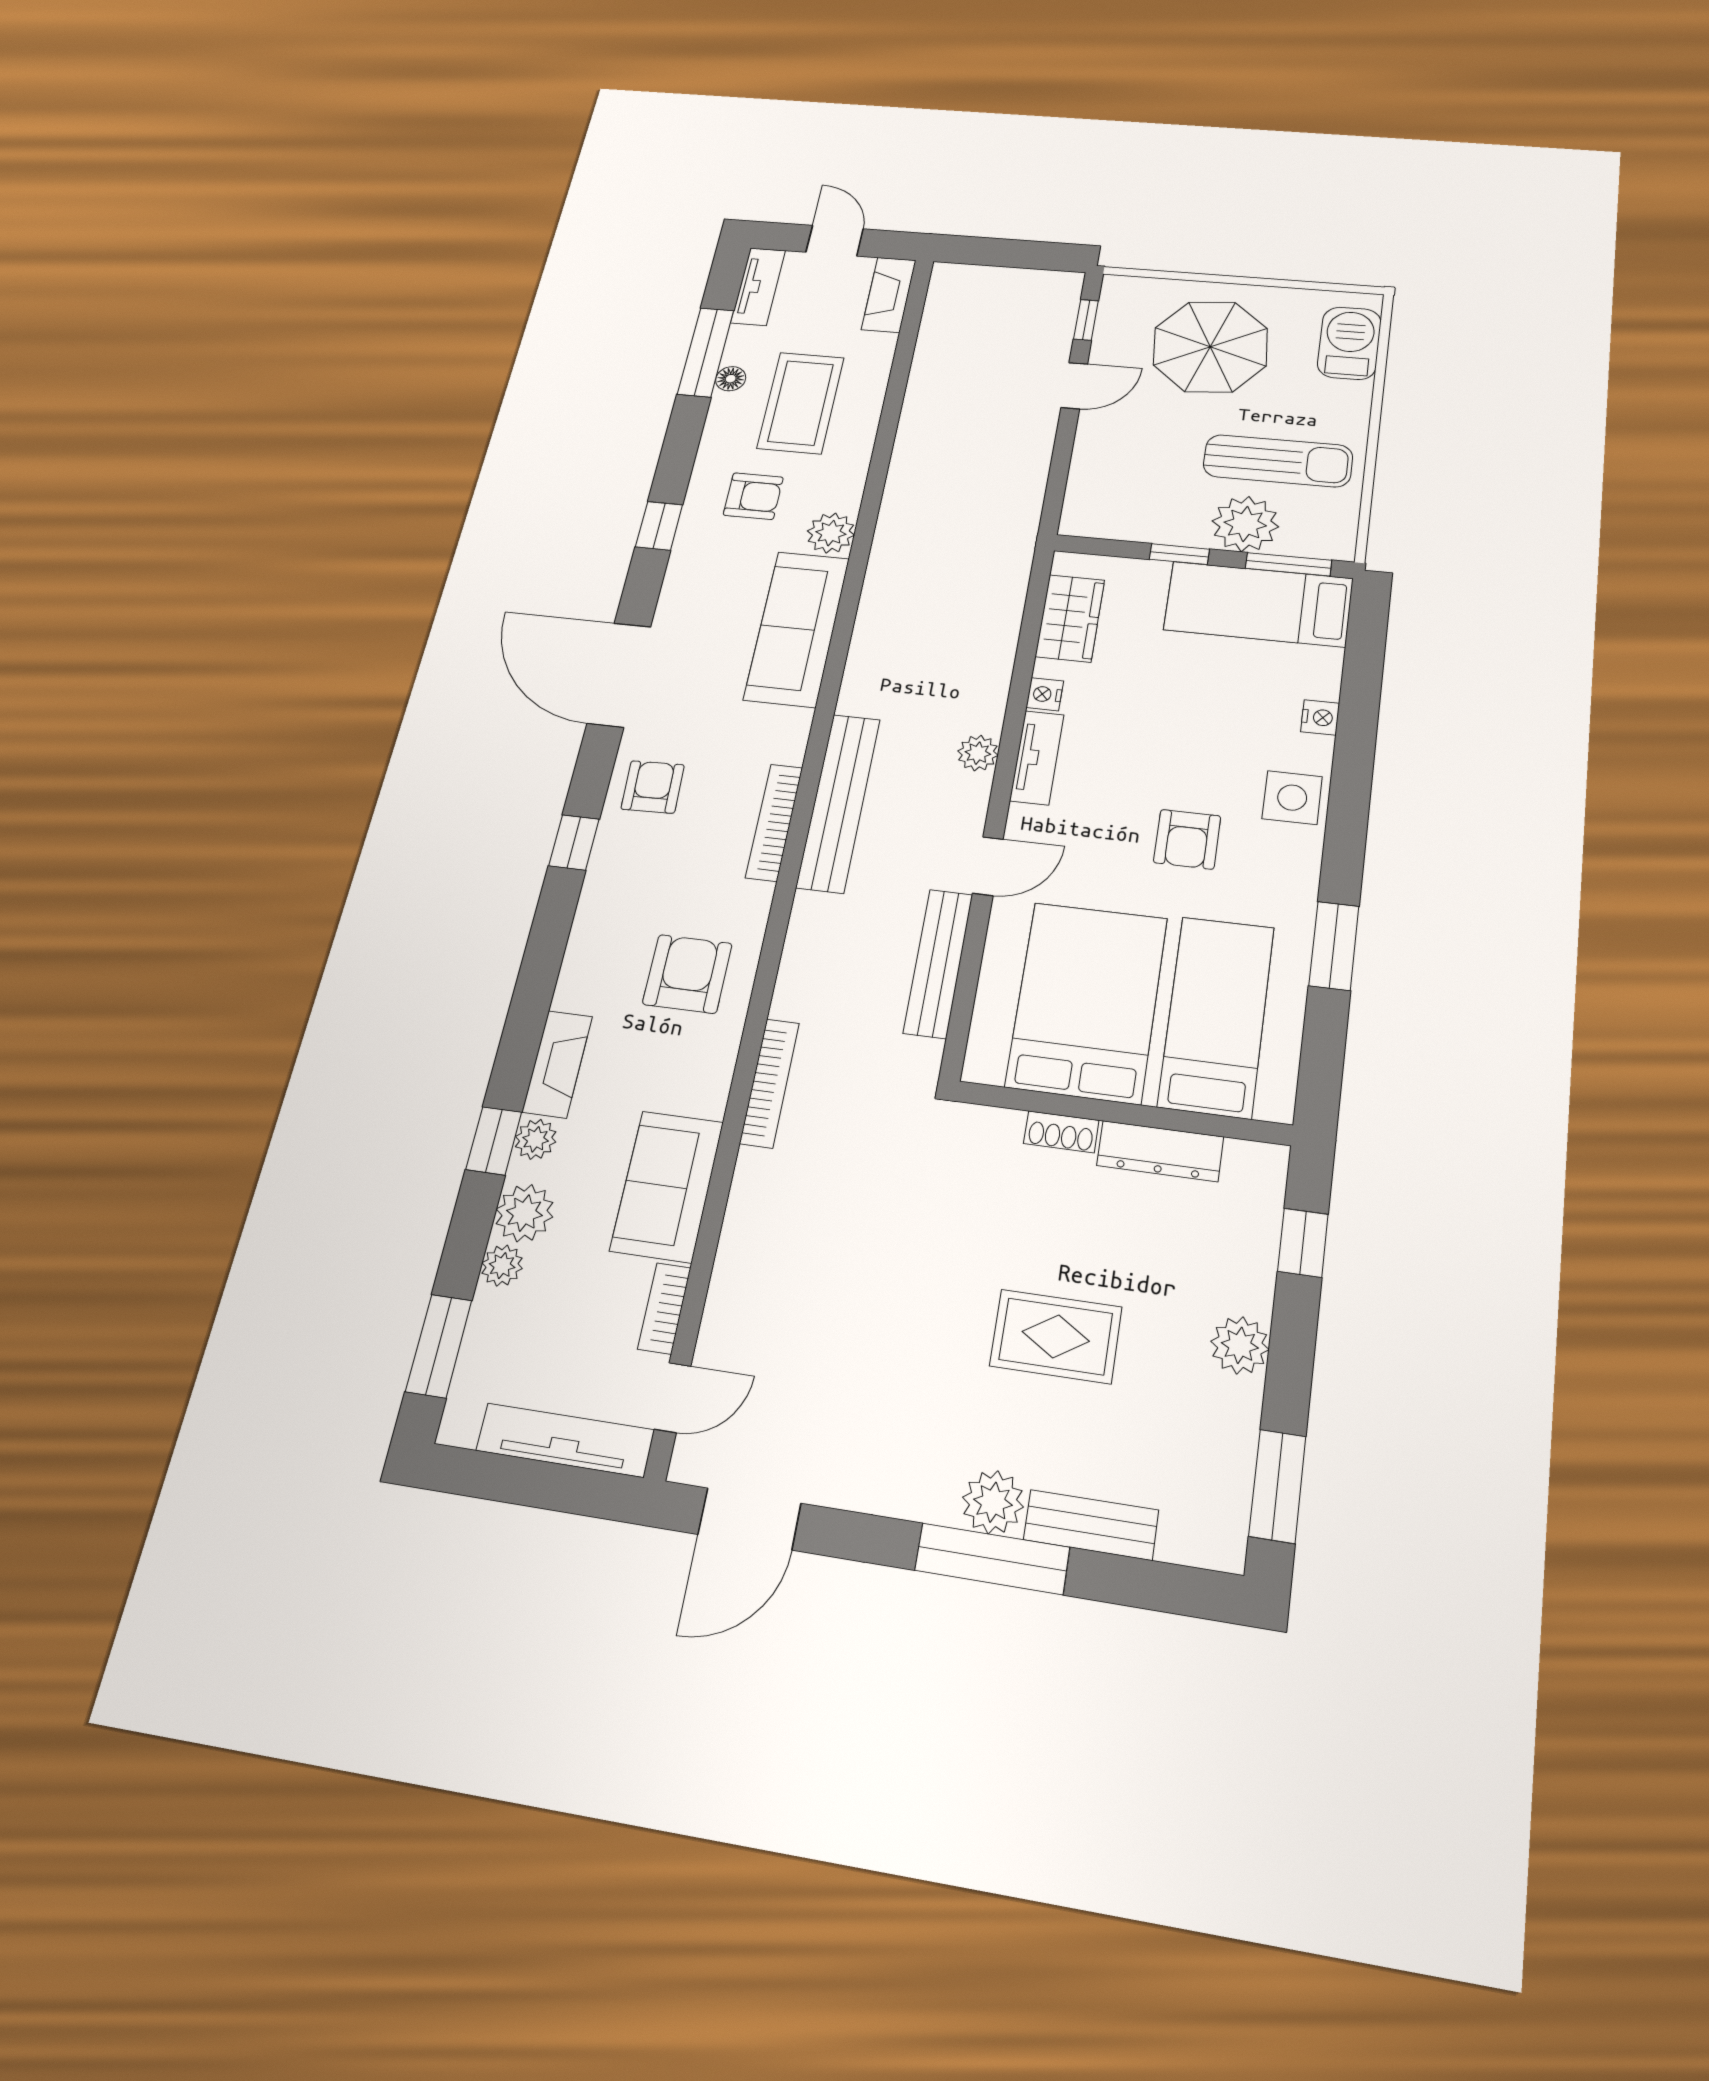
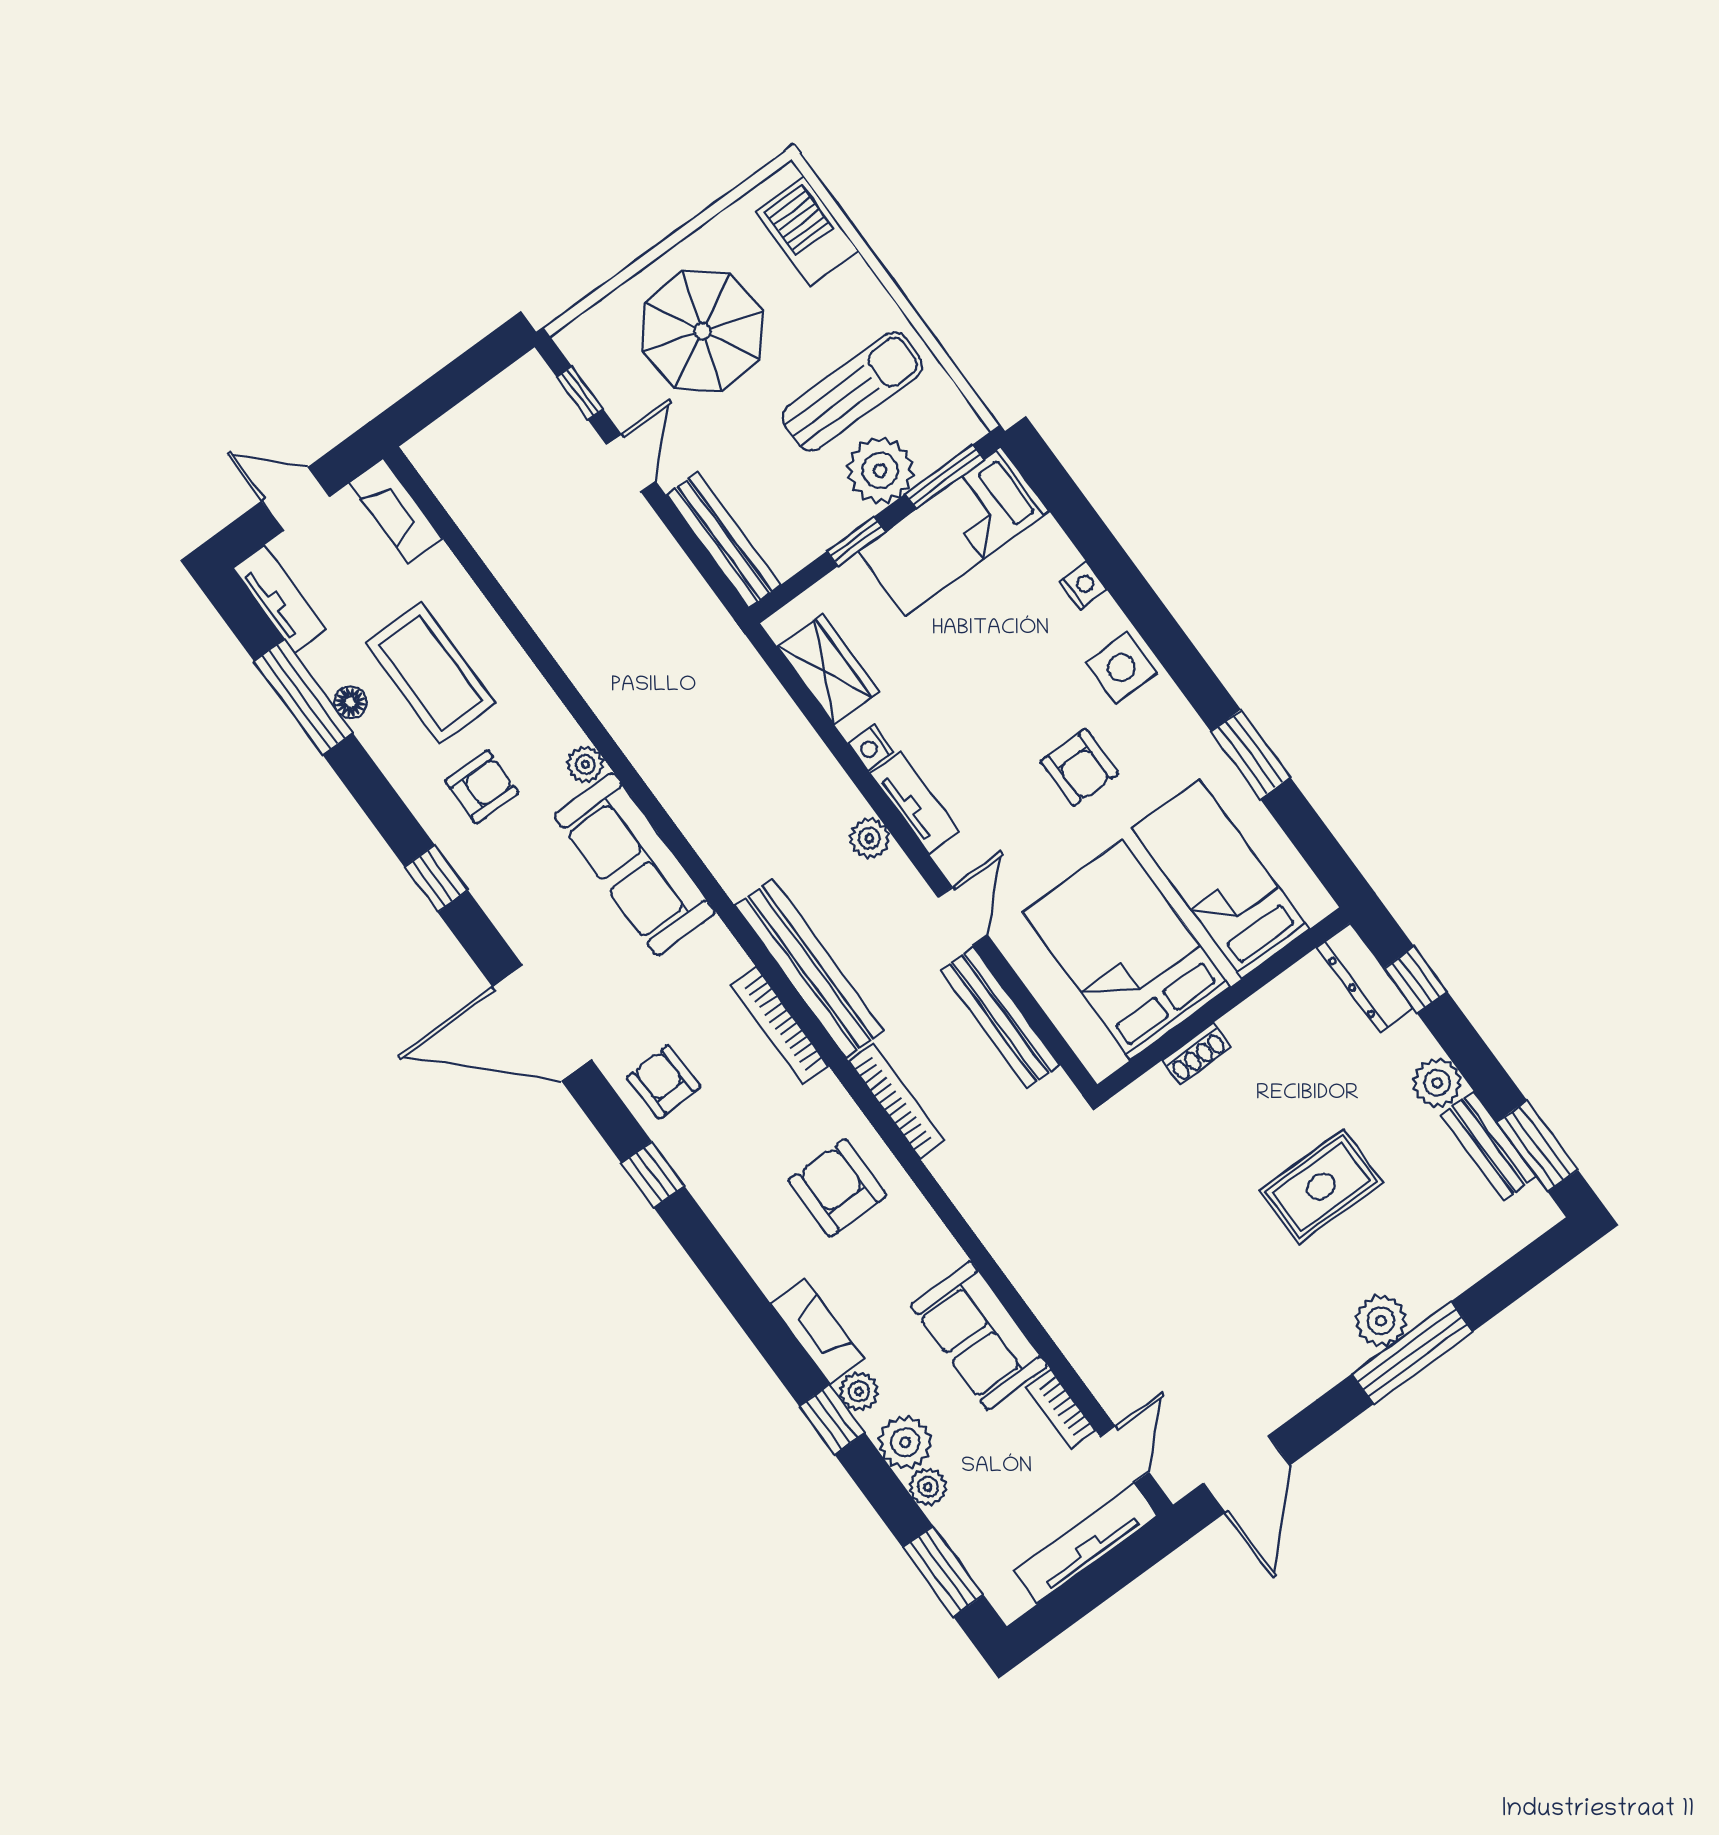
bench: (1086, 480) -> (723, 540), added
plant: (831, 533) -> (585, 764), width x0.73, depth x0.73
bookcase: (770, 1083) -> (897, 1101), moved
dresser: (1160, 1151) -> (1365, 978), moved, turned 90
bench: (1091, 1525) -> (1489, 1146), moved, turned 90

